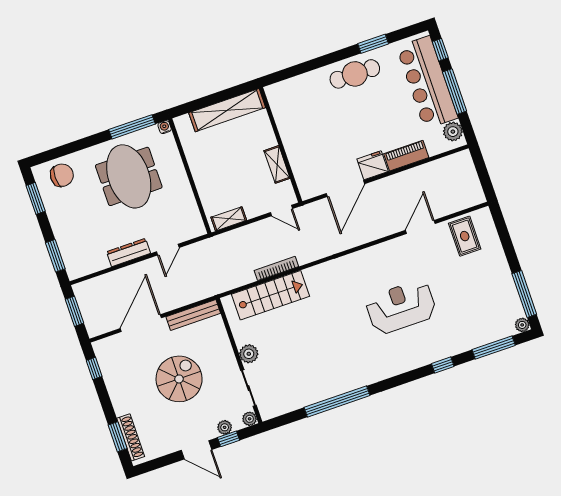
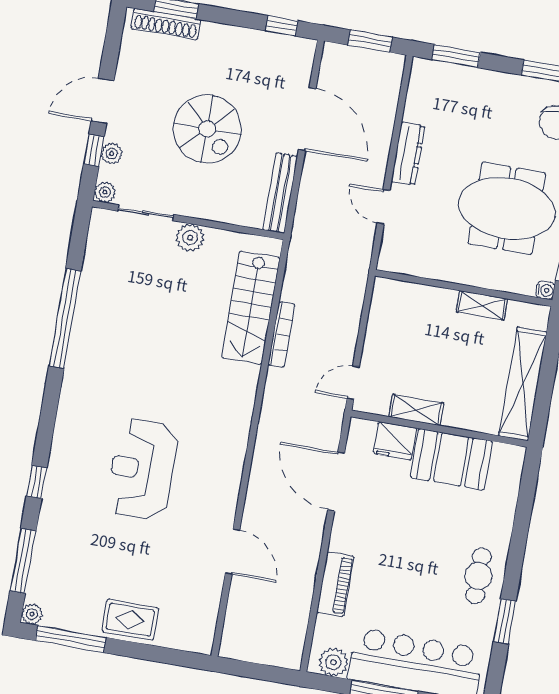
cafe table: (355, 74) -> (478, 576), width x0.73, depth x0.74
booth: (295, 128) -> (451, 459), added
fridge: (373, 165) -> (395, 441), moved, turned 90
shelving: (229, 219) -> (482, 305), moved, turned 90
rug: (465, 236) -> (130, 620), moved
reception desk: (401, 307) -> (142, 469), turned 180

